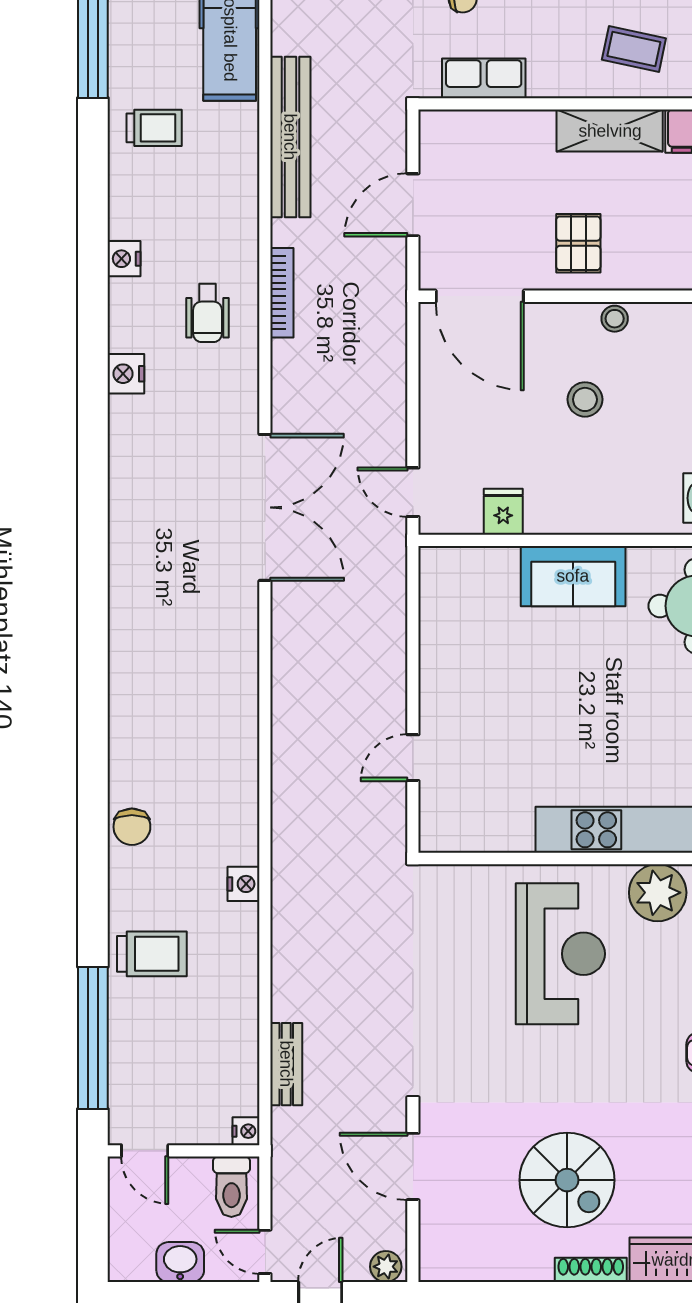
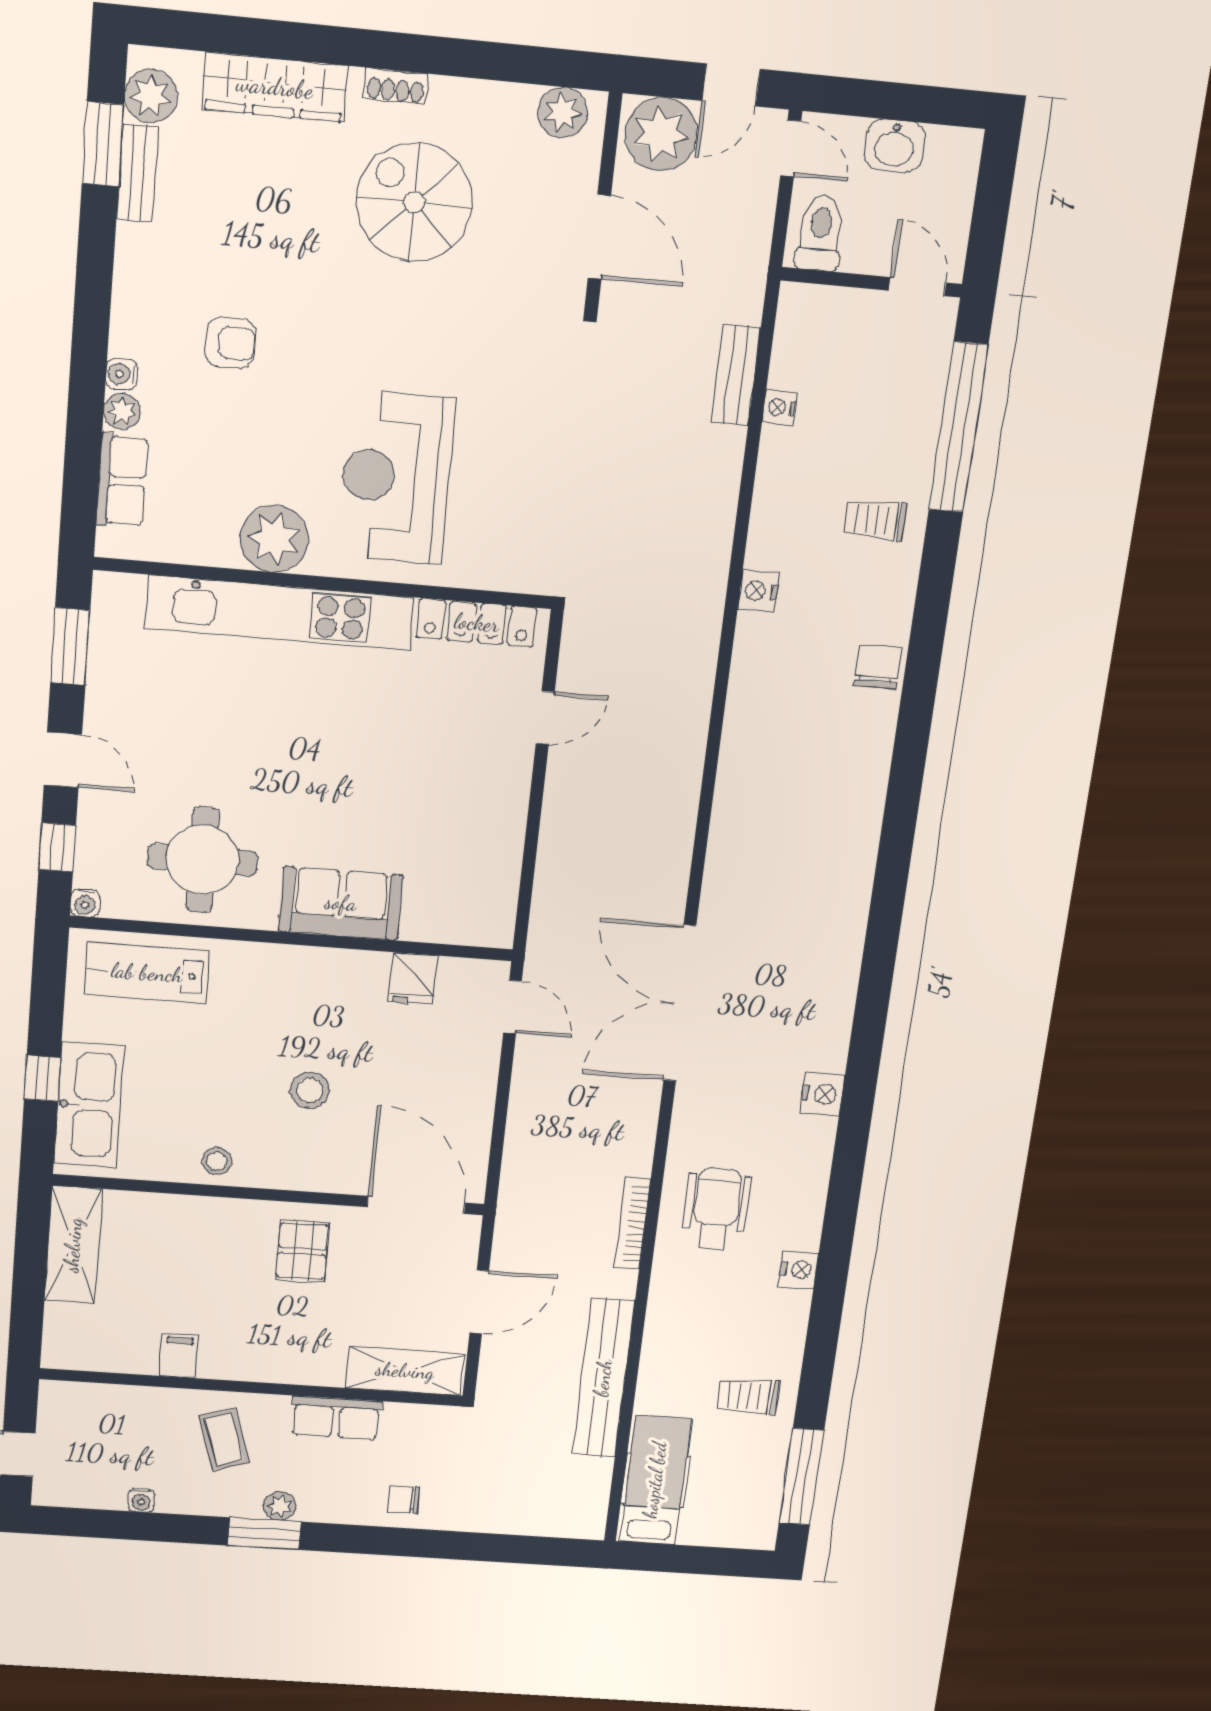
coffee table: (634, 49) -> (224, 1439), turned 61
row of seats: (484, 78) -> (336, 1418), moved
shelving: (610, 131) -> (405, 1371), moved
wheelchair: (207, 313) -> (716, 1209), width x1.36, depth x1.37
stool: (615, 319) -> (217, 1161), moved
nightstand: (126, 374) -> (822, 1094), moved
locker: (480, 836) -> (477, 623), added
trolley: (152, 954) -> (875, 520), width x0.73, depth x0.72
nightstand: (246, 1131) -> (780, 407), moved
plant: (454, 1262) -> (563, 113), added
plant: (386, 1267) -> (661, 134), width x1.87, depth x1.87
shoe rack: (591, 1270) -> (396, 86), width x0.70

